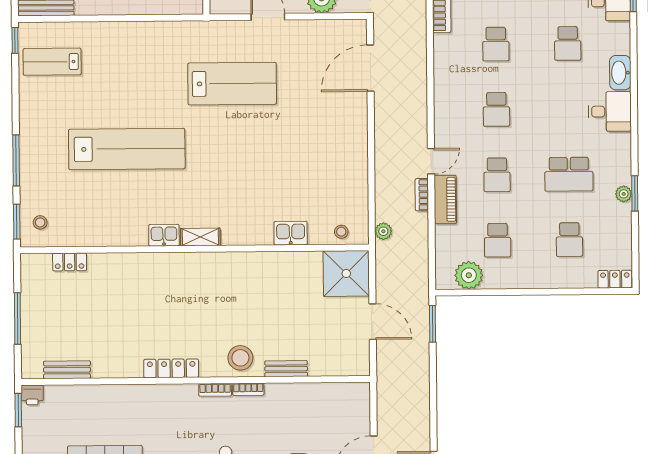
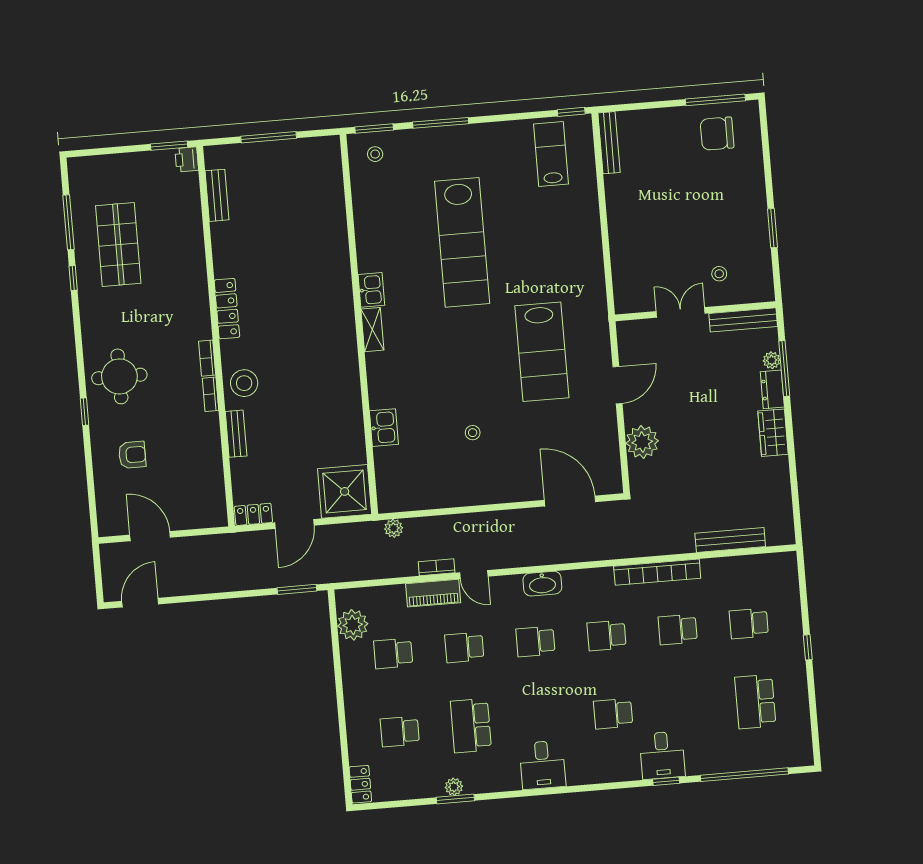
washbasin: (620, 73) -> (542, 584), moved, turned 180
stool: (341, 232) -> (473, 433), moved
locker: (70, 262) -> (253, 514), moved, turned 90

